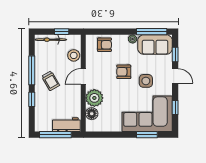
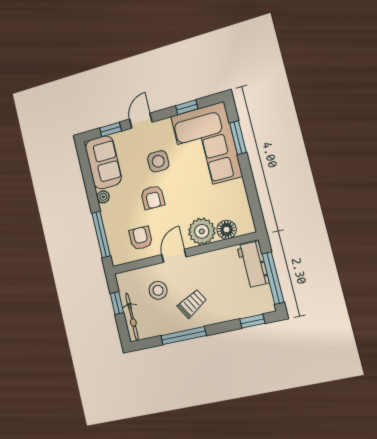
window: (152, 32) -> (101, 234), moved
armchair: (104, 45) -> (141, 238), moved
stool: (74, 55) -> (158, 290), moved
door: (83, 77) -> (174, 256), swing flipped
window: (32, 99) -> (252, 321), moved

